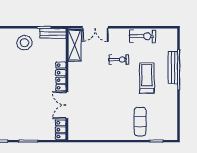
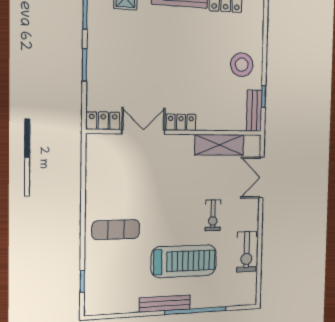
shelving: (75, 45) -> (219, 145), moved
bench: (173, 68) -> (165, 304), moved
locker: (61, 76) -> (181, 122), width x0.66
treadmill: (147, 78) -> (184, 261), width x1.37, depth x1.38
exercise mat: (140, 122) -> (116, 230), moved

